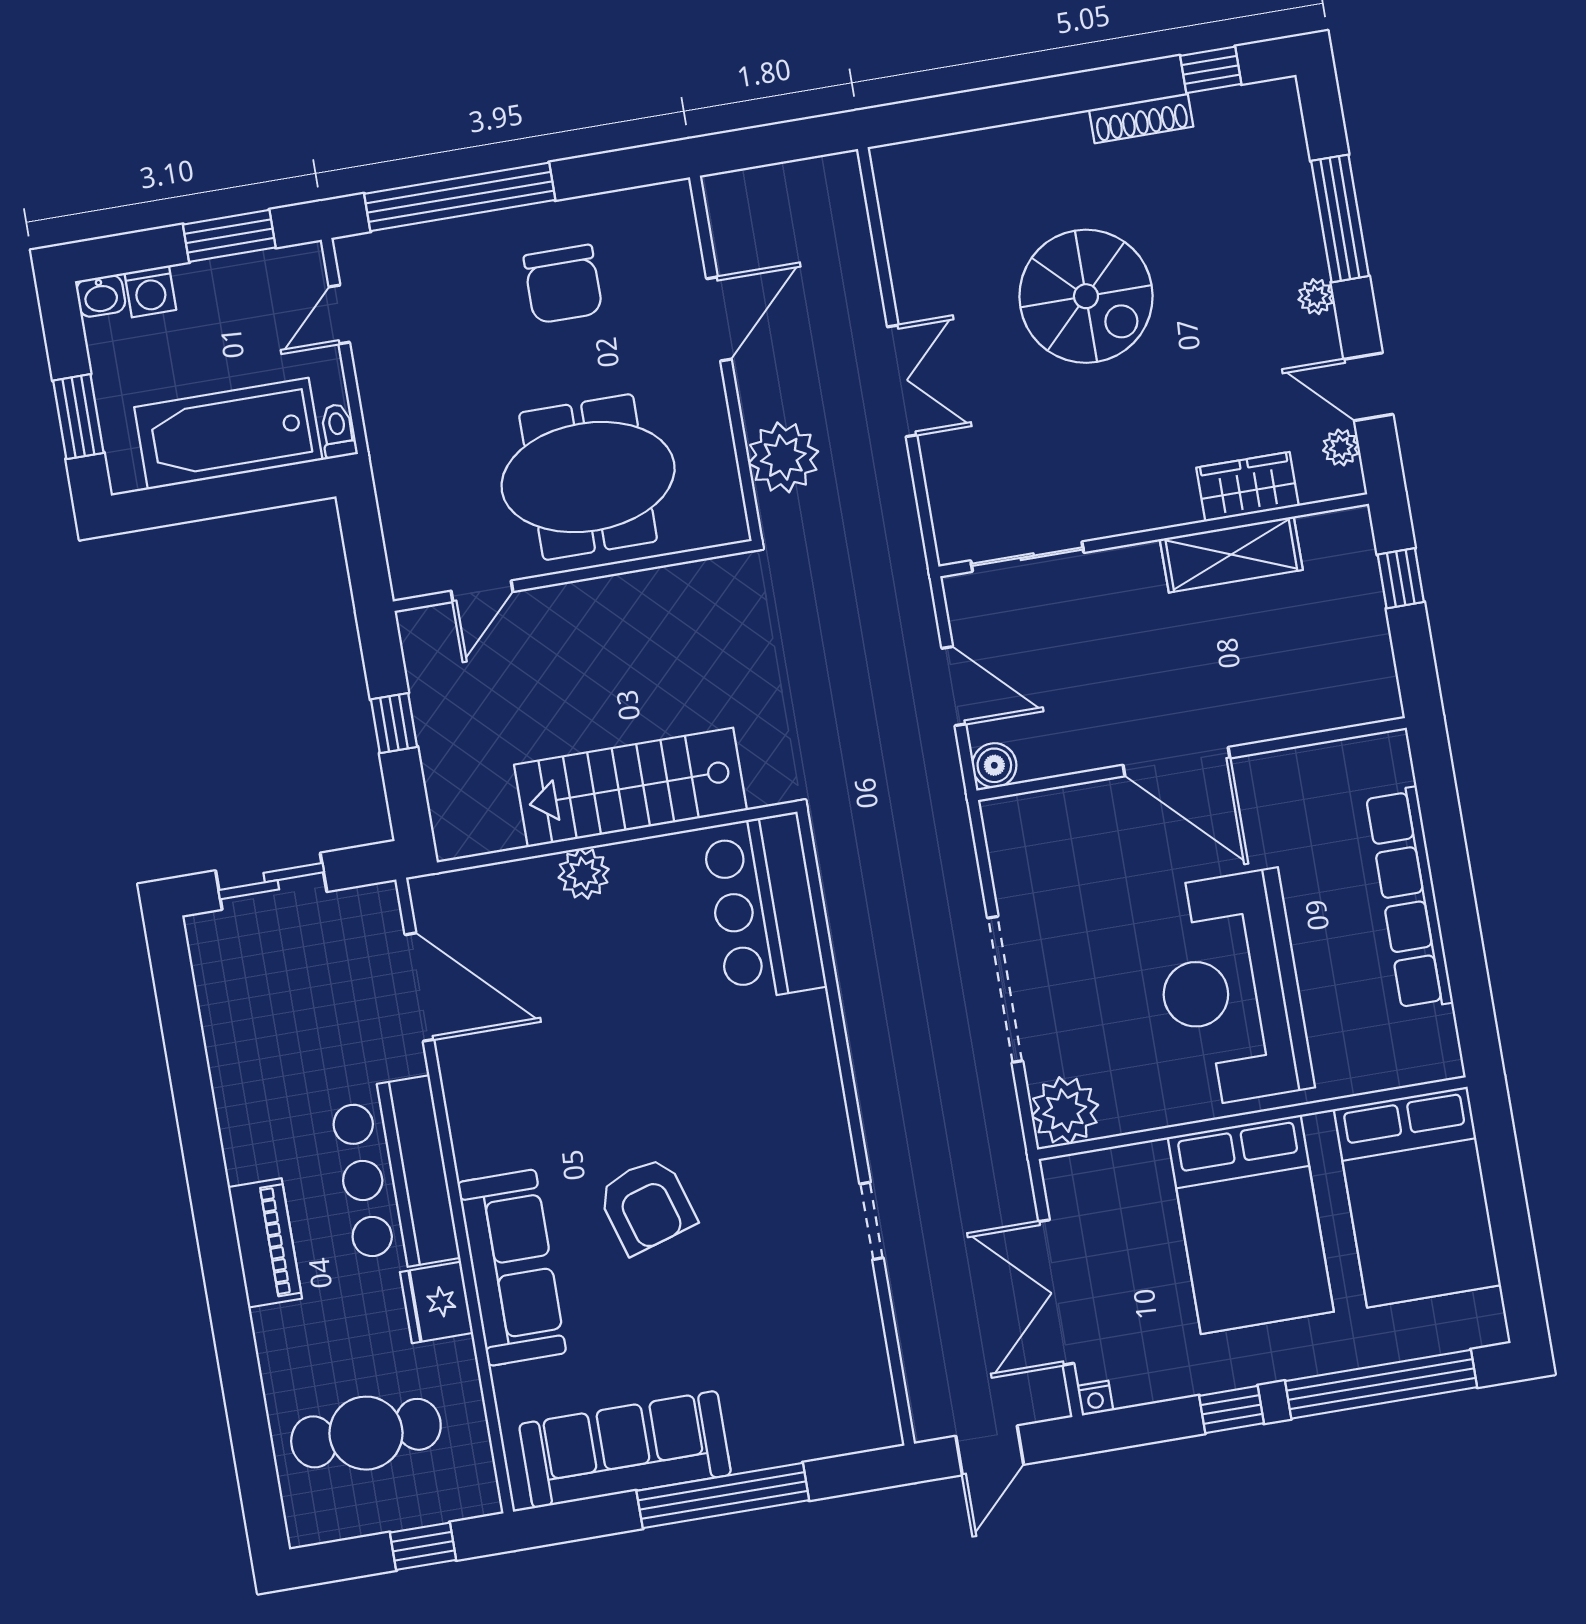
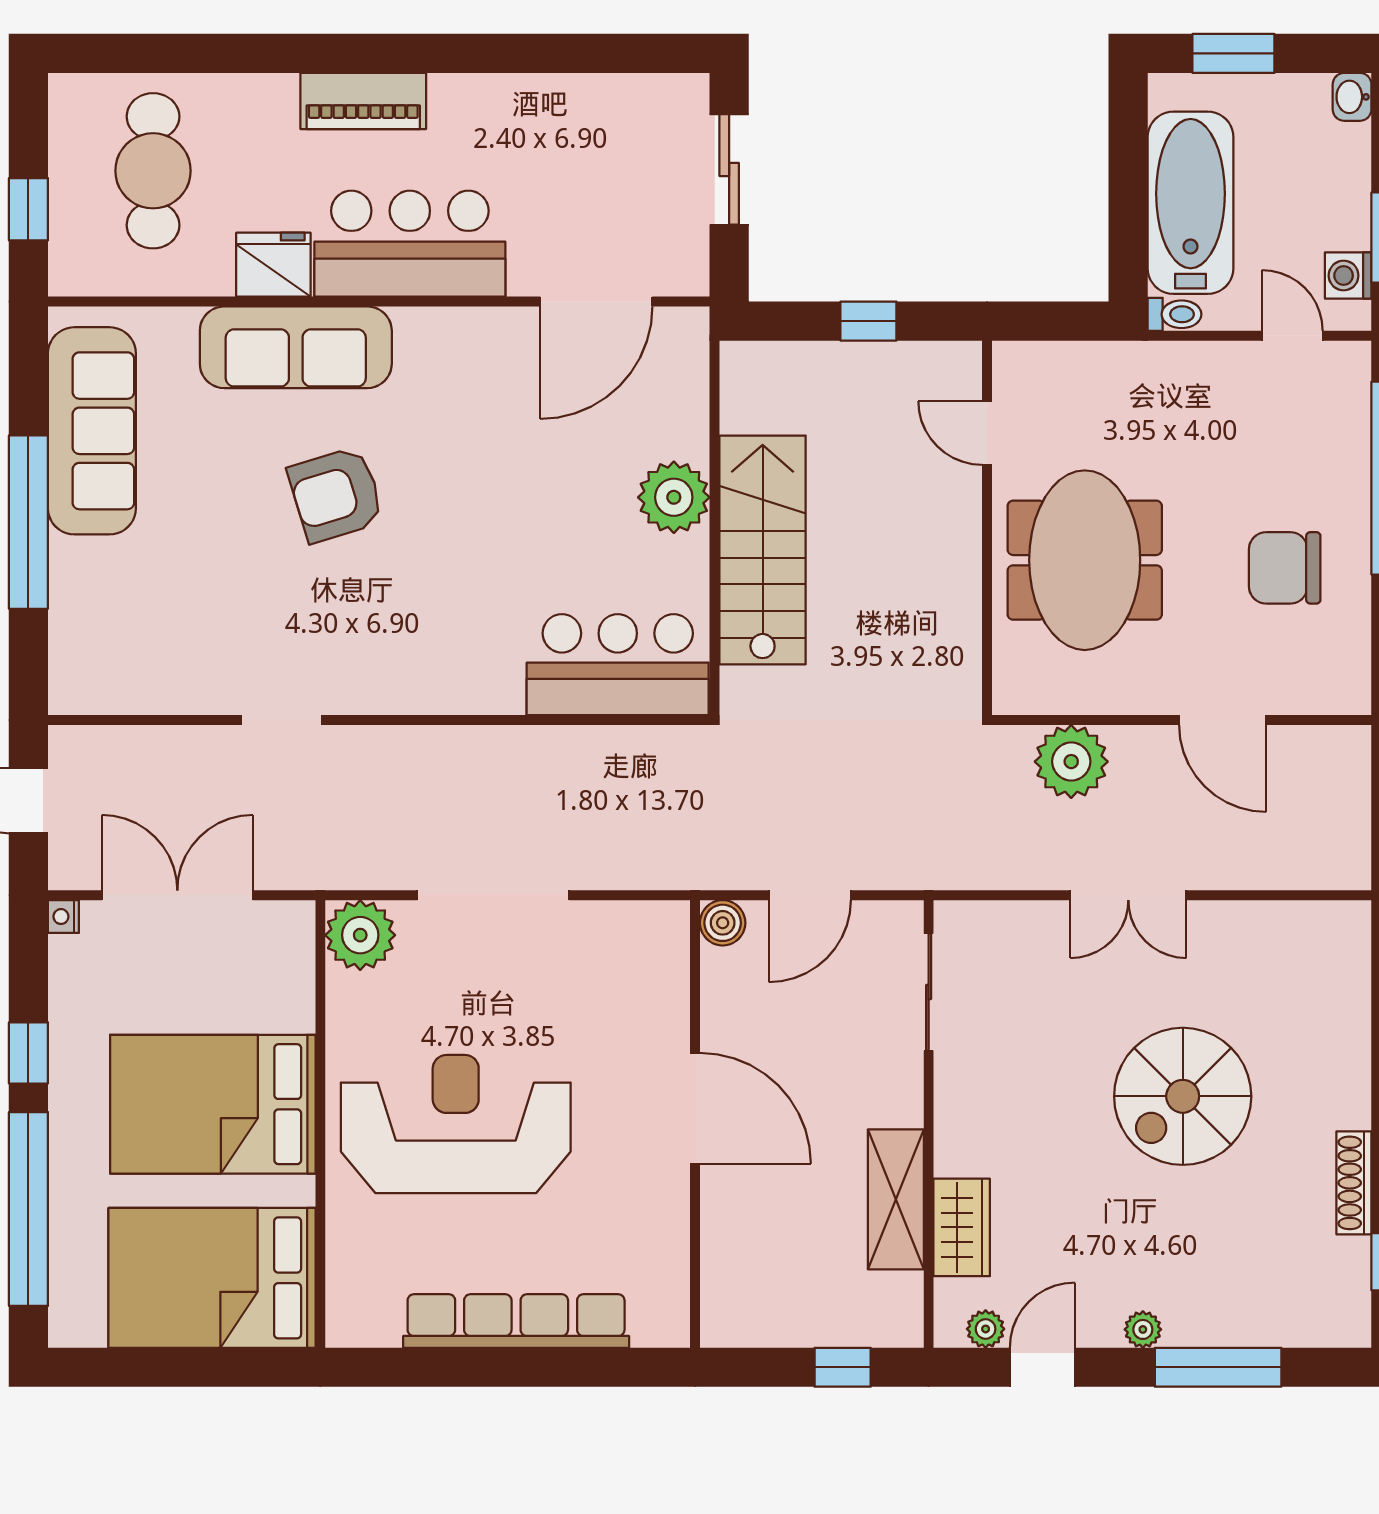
washing machine: (150, 291) -> (1348, 276), moved
door: (1177, 762) -> (695, 1108), swing flipped
plant: (584, 873) -> (674, 497), width x1.36, depth x1.36

